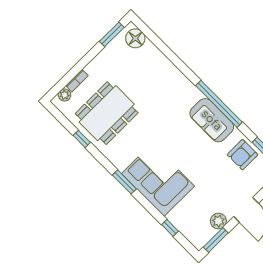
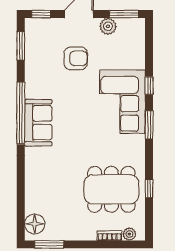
sofa: (212, 120) -> (38, 123), moved
armchair: (242, 155) -> (76, 58), moved
window: (170, 228) -> (149, 86), moved

